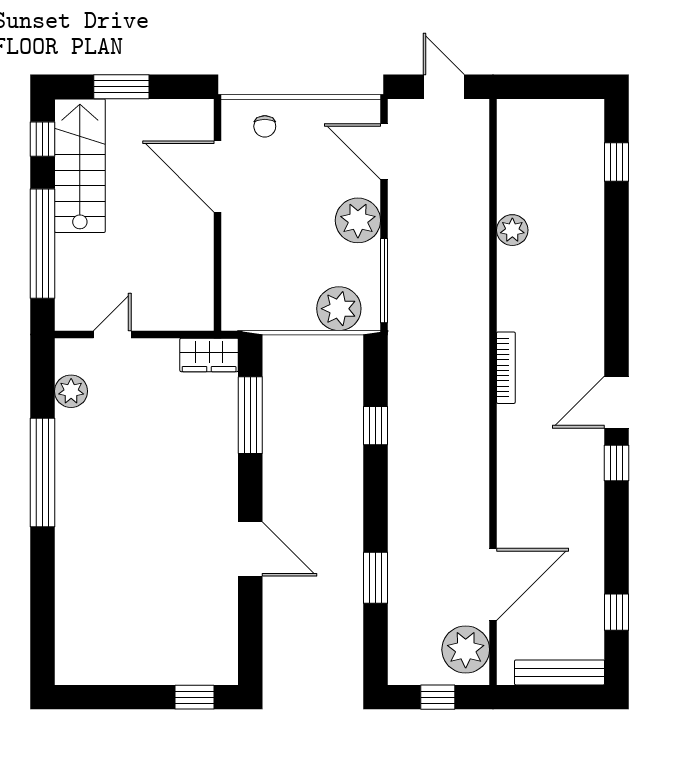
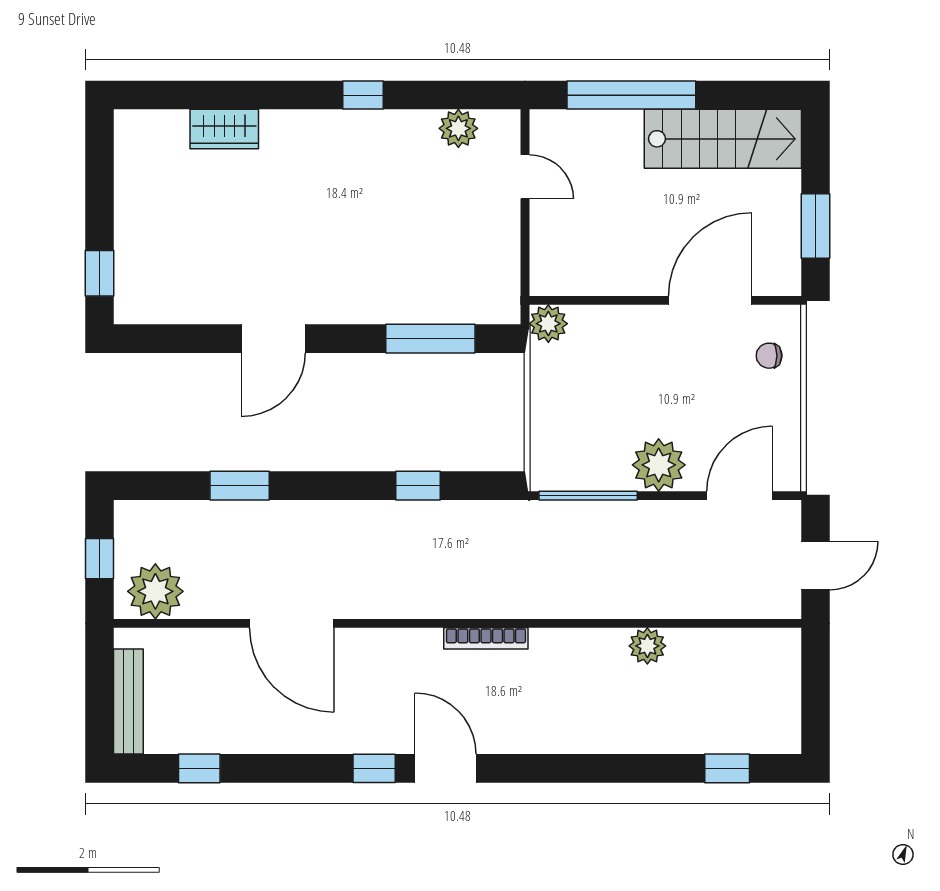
window: (121, 87) -> (815, 226), moved
window: (43, 139) -> (754, 95), removed
plant: (339, 309) -> (548, 324), moved, width x0.73, depth x0.73
wardrobe: (209, 355) -> (224, 129), moved, turned -90
window: (43, 472) -> (363, 95), width x0.32
door: (493, 584) -> (292, 623), moved

